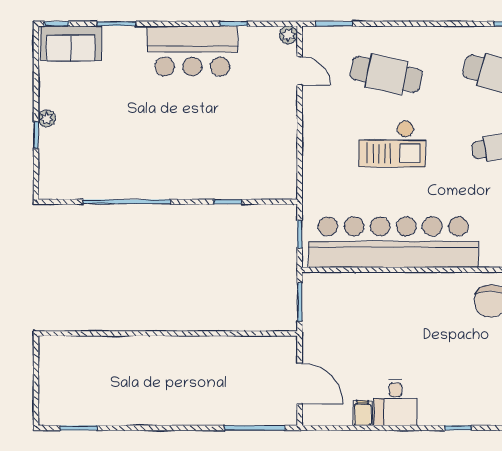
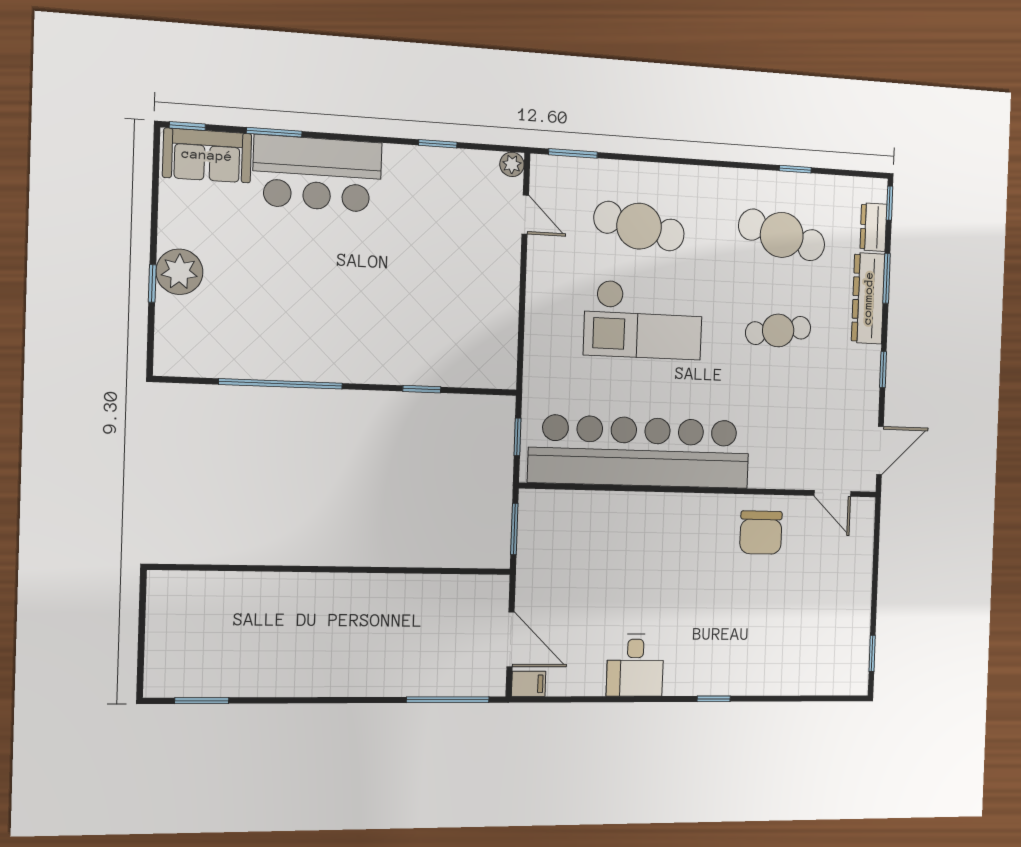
bar counter: (192, 51) -> (317, 174), moved
plant: (47, 118) -> (179, 272), width x1.88, depth x1.88
checkout: (392, 144) -> (643, 320), width x1.36, depth x1.21
filing cabinet: (363, 413) -> (529, 684), moved, turned 90

